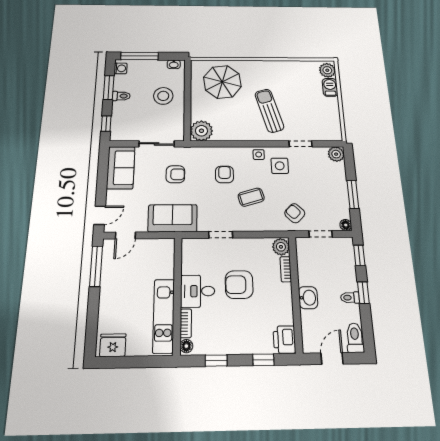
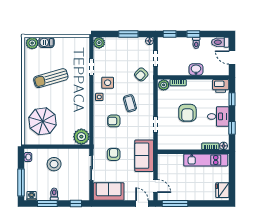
sun lounger: (269, 111) -> (51, 78), moved
desk: (198, 291) -> (218, 116), moved, turned -90

